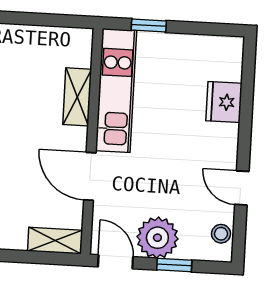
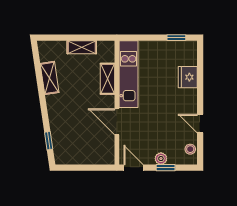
window: (149, 25) -> (176, 38), moved
plant: (157, 238) -> (161, 159), width x0.53, depth x0.53
shelving: (55, 241) -> (82, 47), moved

